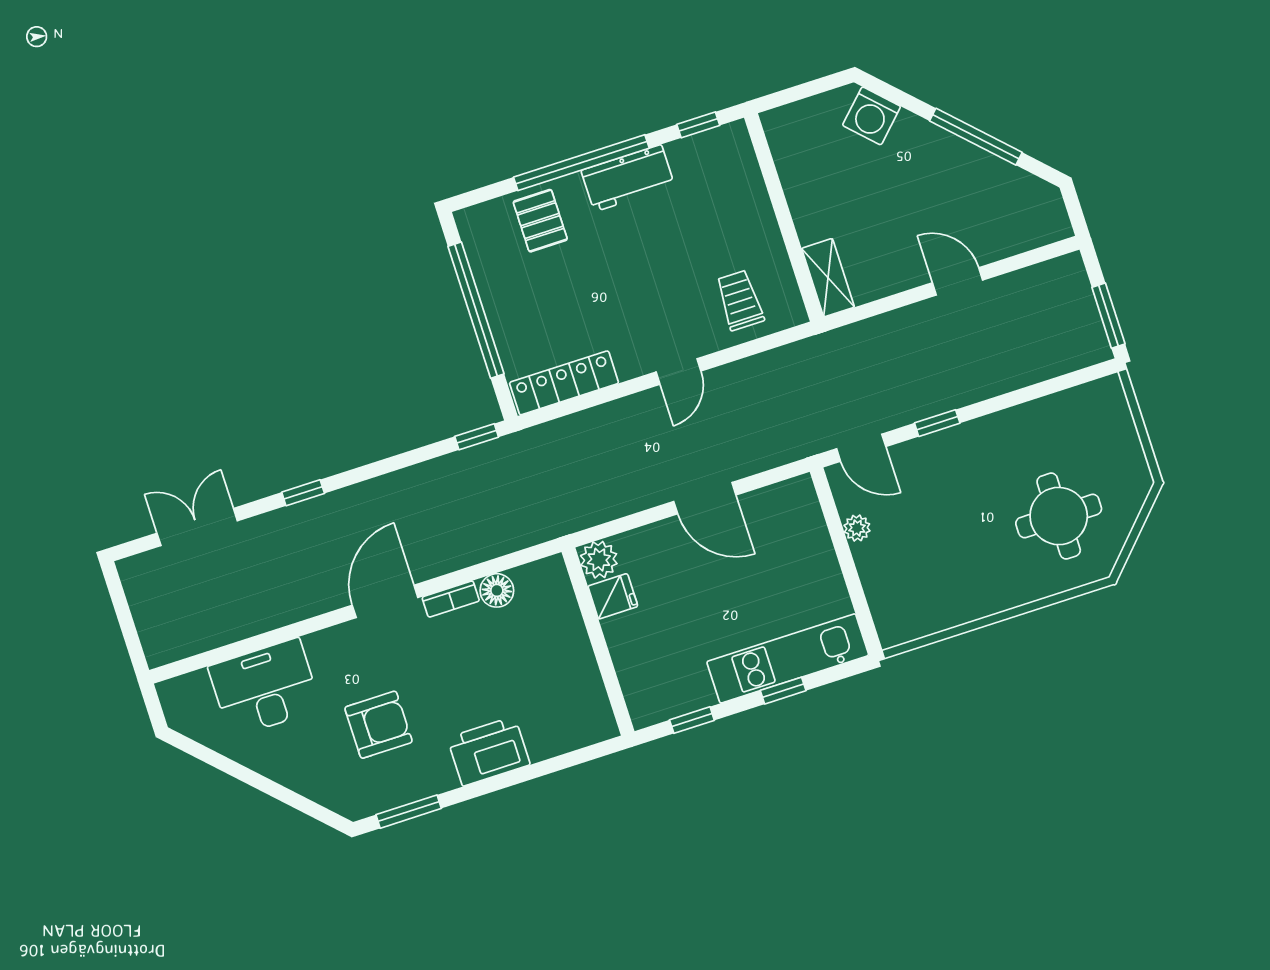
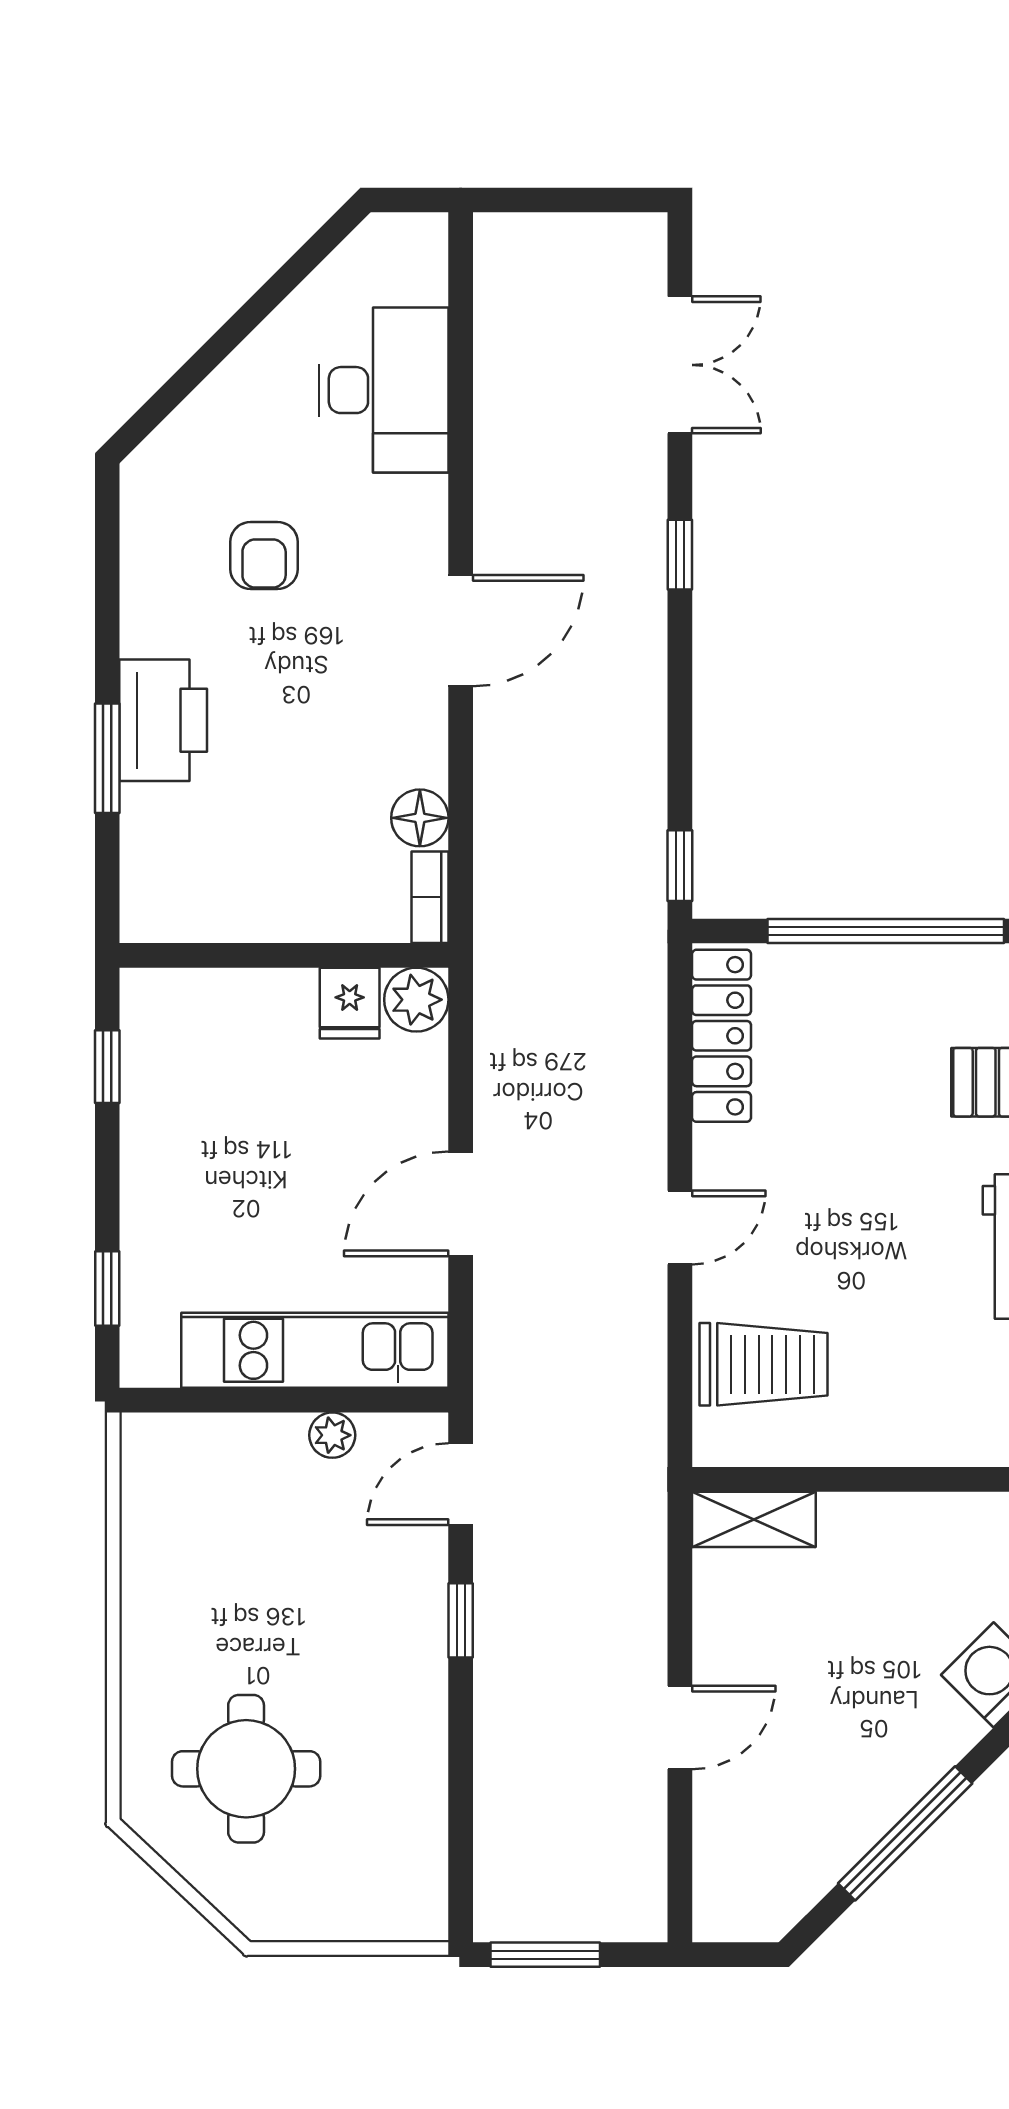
trolley: (740, 300) -> (763, 1364), width x1.36, depth x1.39
door: (679, 372) -> (680, 1228), swing flipped
bookcase: (451, 599) -> (430, 897), moved
door: (385, 601) -> (461, 631), hinge flipped
kitchen unit: (788, 658) -> (315, 1350), moved, turned -90
window: (783, 691) -> (107, 1289), moved
armchair: (378, 725) -> (264, 555), width x0.72, depth x0.72
window: (409, 812) -> (107, 758), moved

